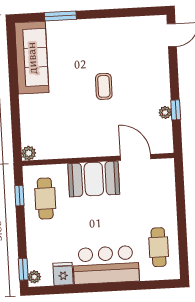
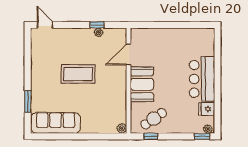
coffee table: (104, 86) -> (78, 74), width x1.86, depth x1.72
cafe table: (45, 198) -> (154, 119), turned -35
cafe table: (159, 247) -> (192, 42), removed

